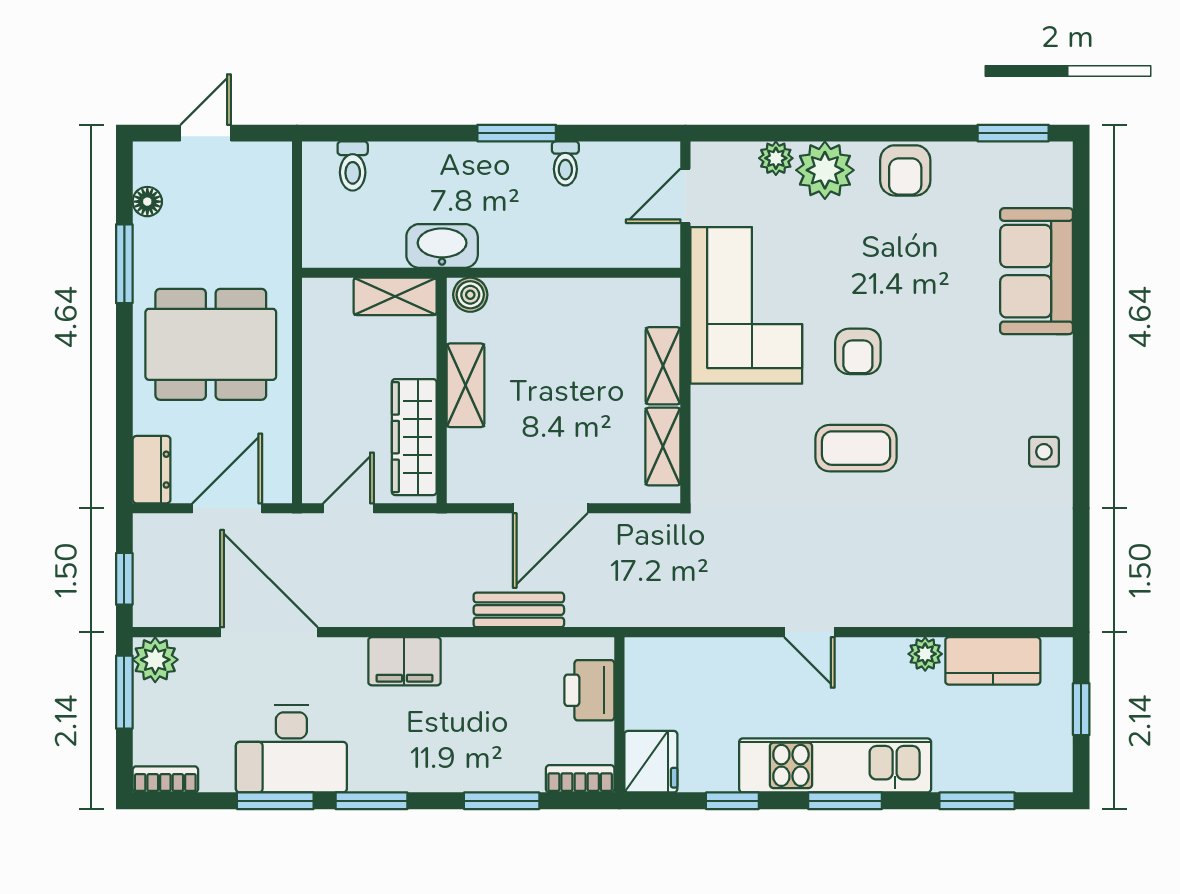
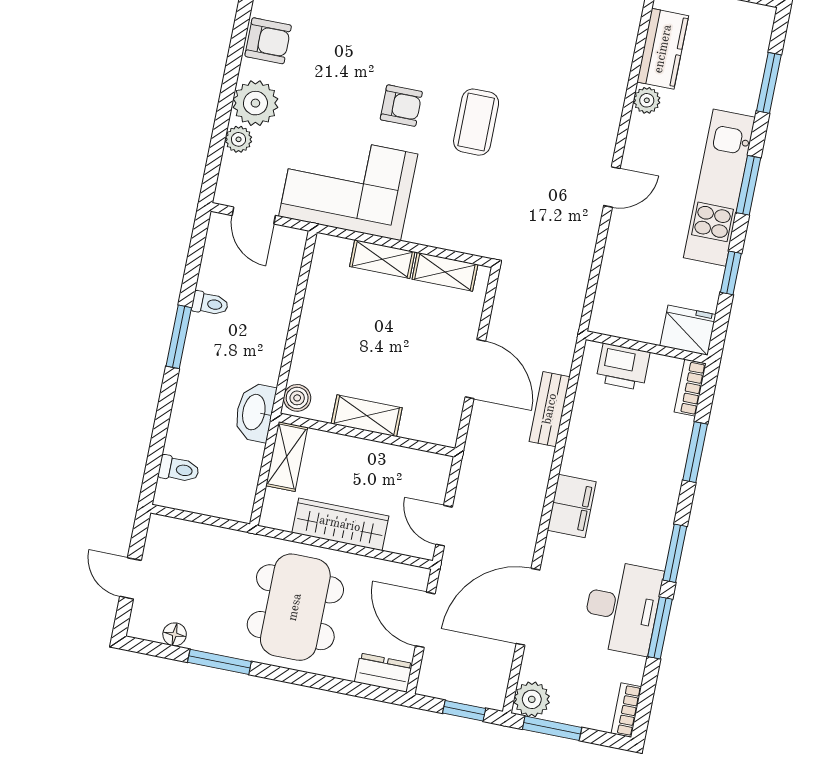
wardrobe: (414, 437) -> (340, 524), moved, turned 180

